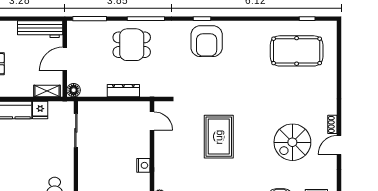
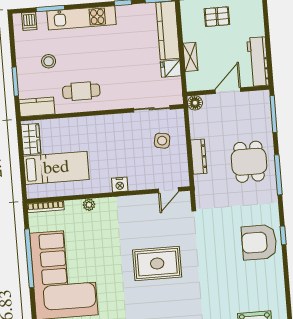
door: (65, 59) -> (228, 91), hinge flipped
shelving: (47, 91) -> (190, 57), moved
side table: (106, 123) -> (162, 141), added

